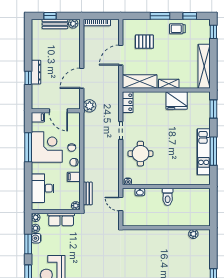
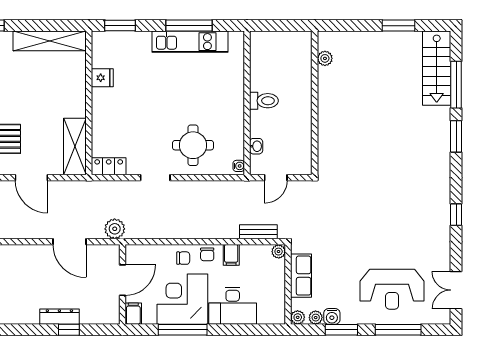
shelving: (169, 84) -> (79, 99), removed
fridge: (177, 101) -> (102, 78), width x0.53, depth x0.75
desk: (43, 188) -> (233, 306), moved

